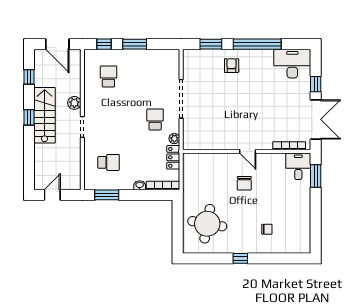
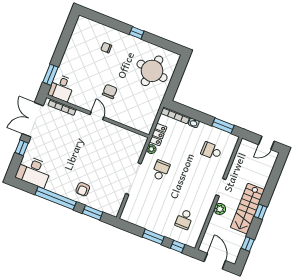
school desk: (155, 119) -> (161, 170), turned 180

